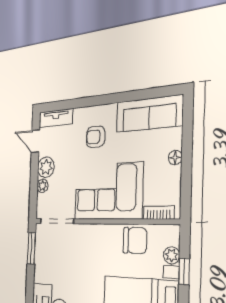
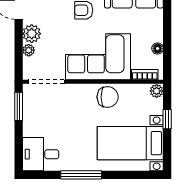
floor lamp: (175, 158) -> (158, 48), moved
chair: (135, 240) -> (108, 97), moved
plant: (172, 255) -> (157, 91), moved

